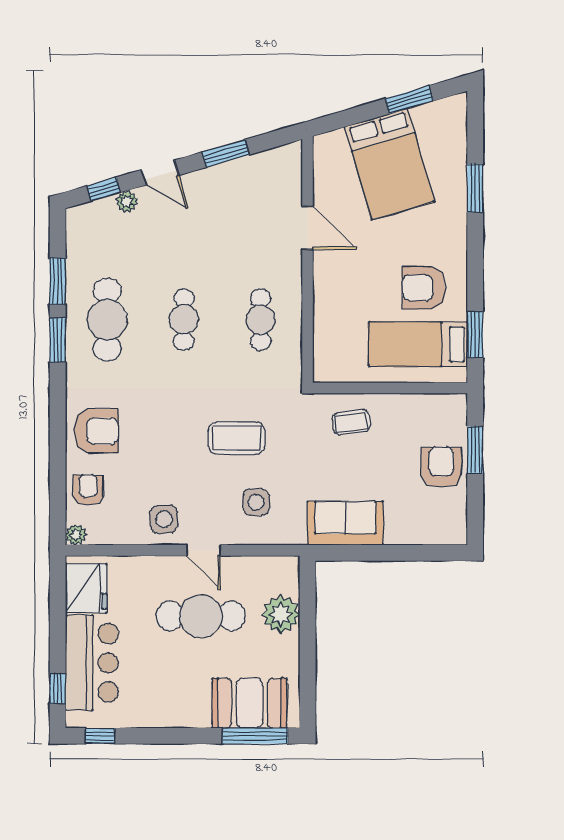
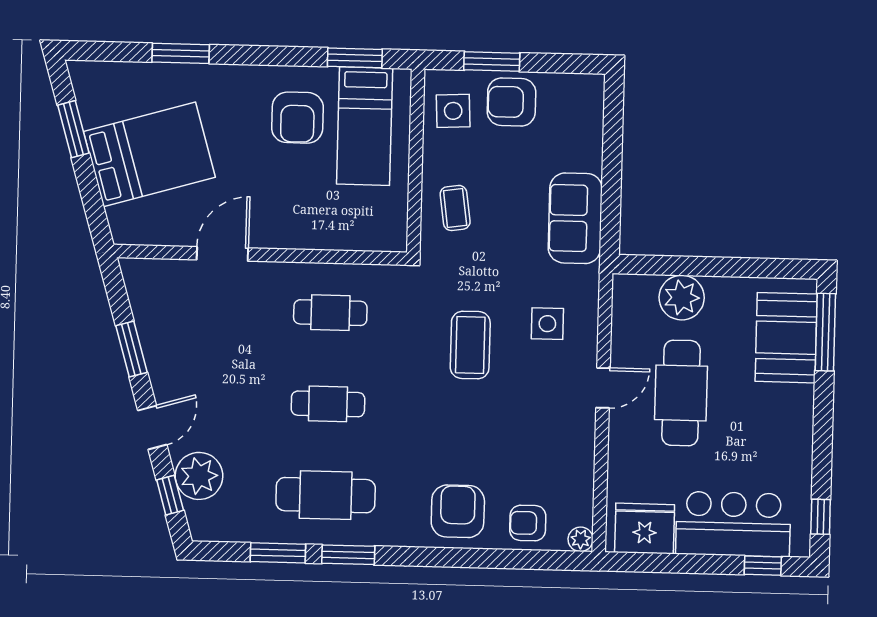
plant: (127, 201) -> (199, 476), width x1.88, depth x1.88
side table: (164, 519) -> (453, 111), moved

